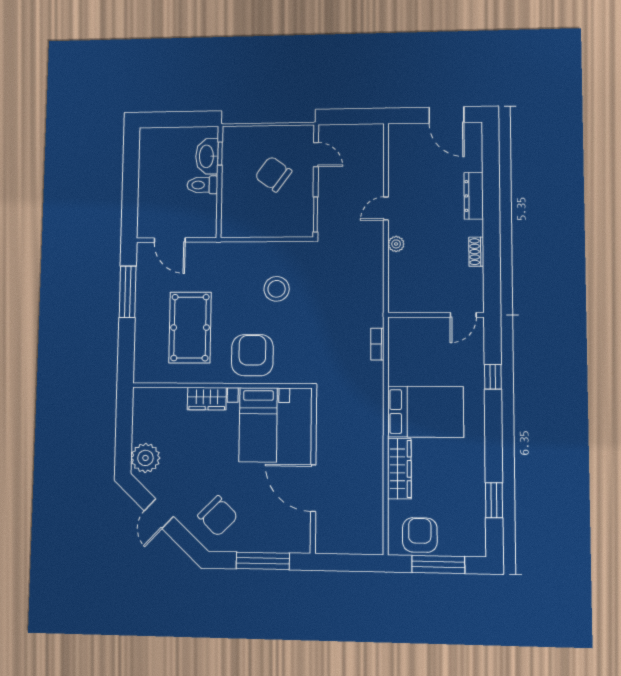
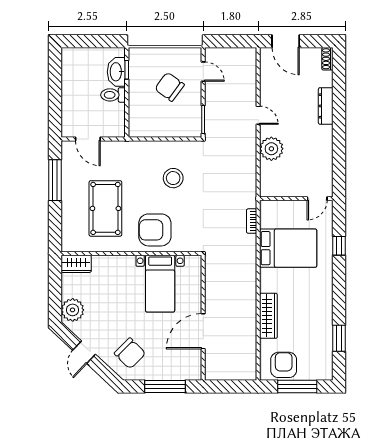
door: (446, 115) -> (286, 41), moved
door: (386, 208) -> (258, 115), swing flipped
plant: (396, 244) -> (271, 149), width x1.87, depth x1.87
shoe rack: (476, 252) -> (327, 59), moved
armchair: (252, 355) -> (155, 230), turned -90
wardrobe: (207, 399) -> (76, 264), moved
bed: (425, 412) -> (288, 248), moved
door: (313, 488) -> (203, 331), hinge flipped

